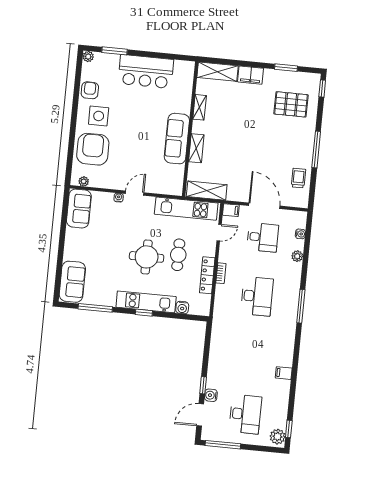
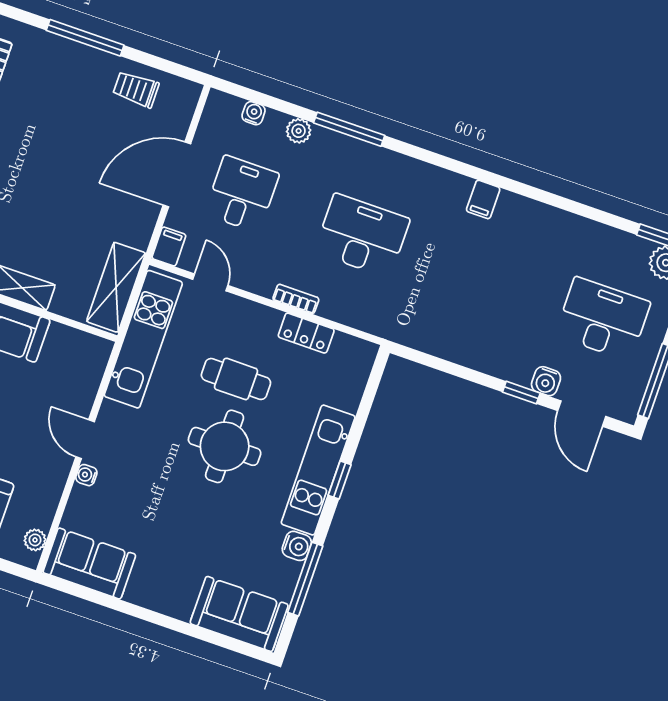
locker: (207, 275) -> (306, 333), width x0.66
window: (301, 306) -> (349, 129), moved
water cooler: (182, 308) -> (297, 546), moved
filing cabinet: (284, 373) -> (483, 199), moved

